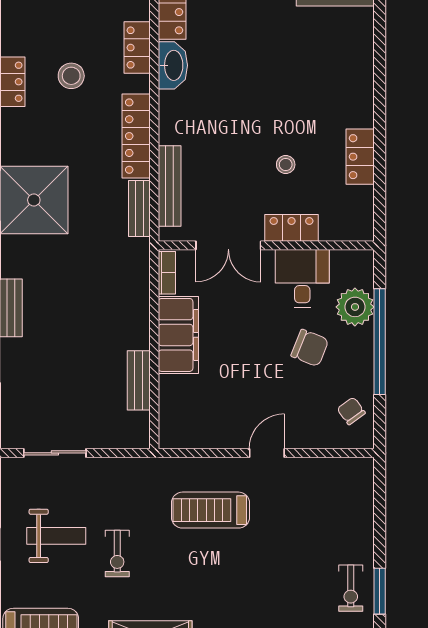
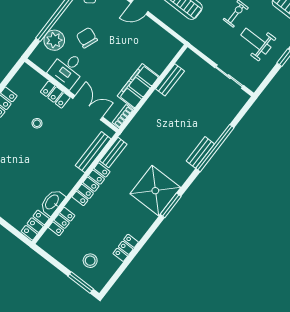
stool: (71, 76) -> (90, 261), moved

